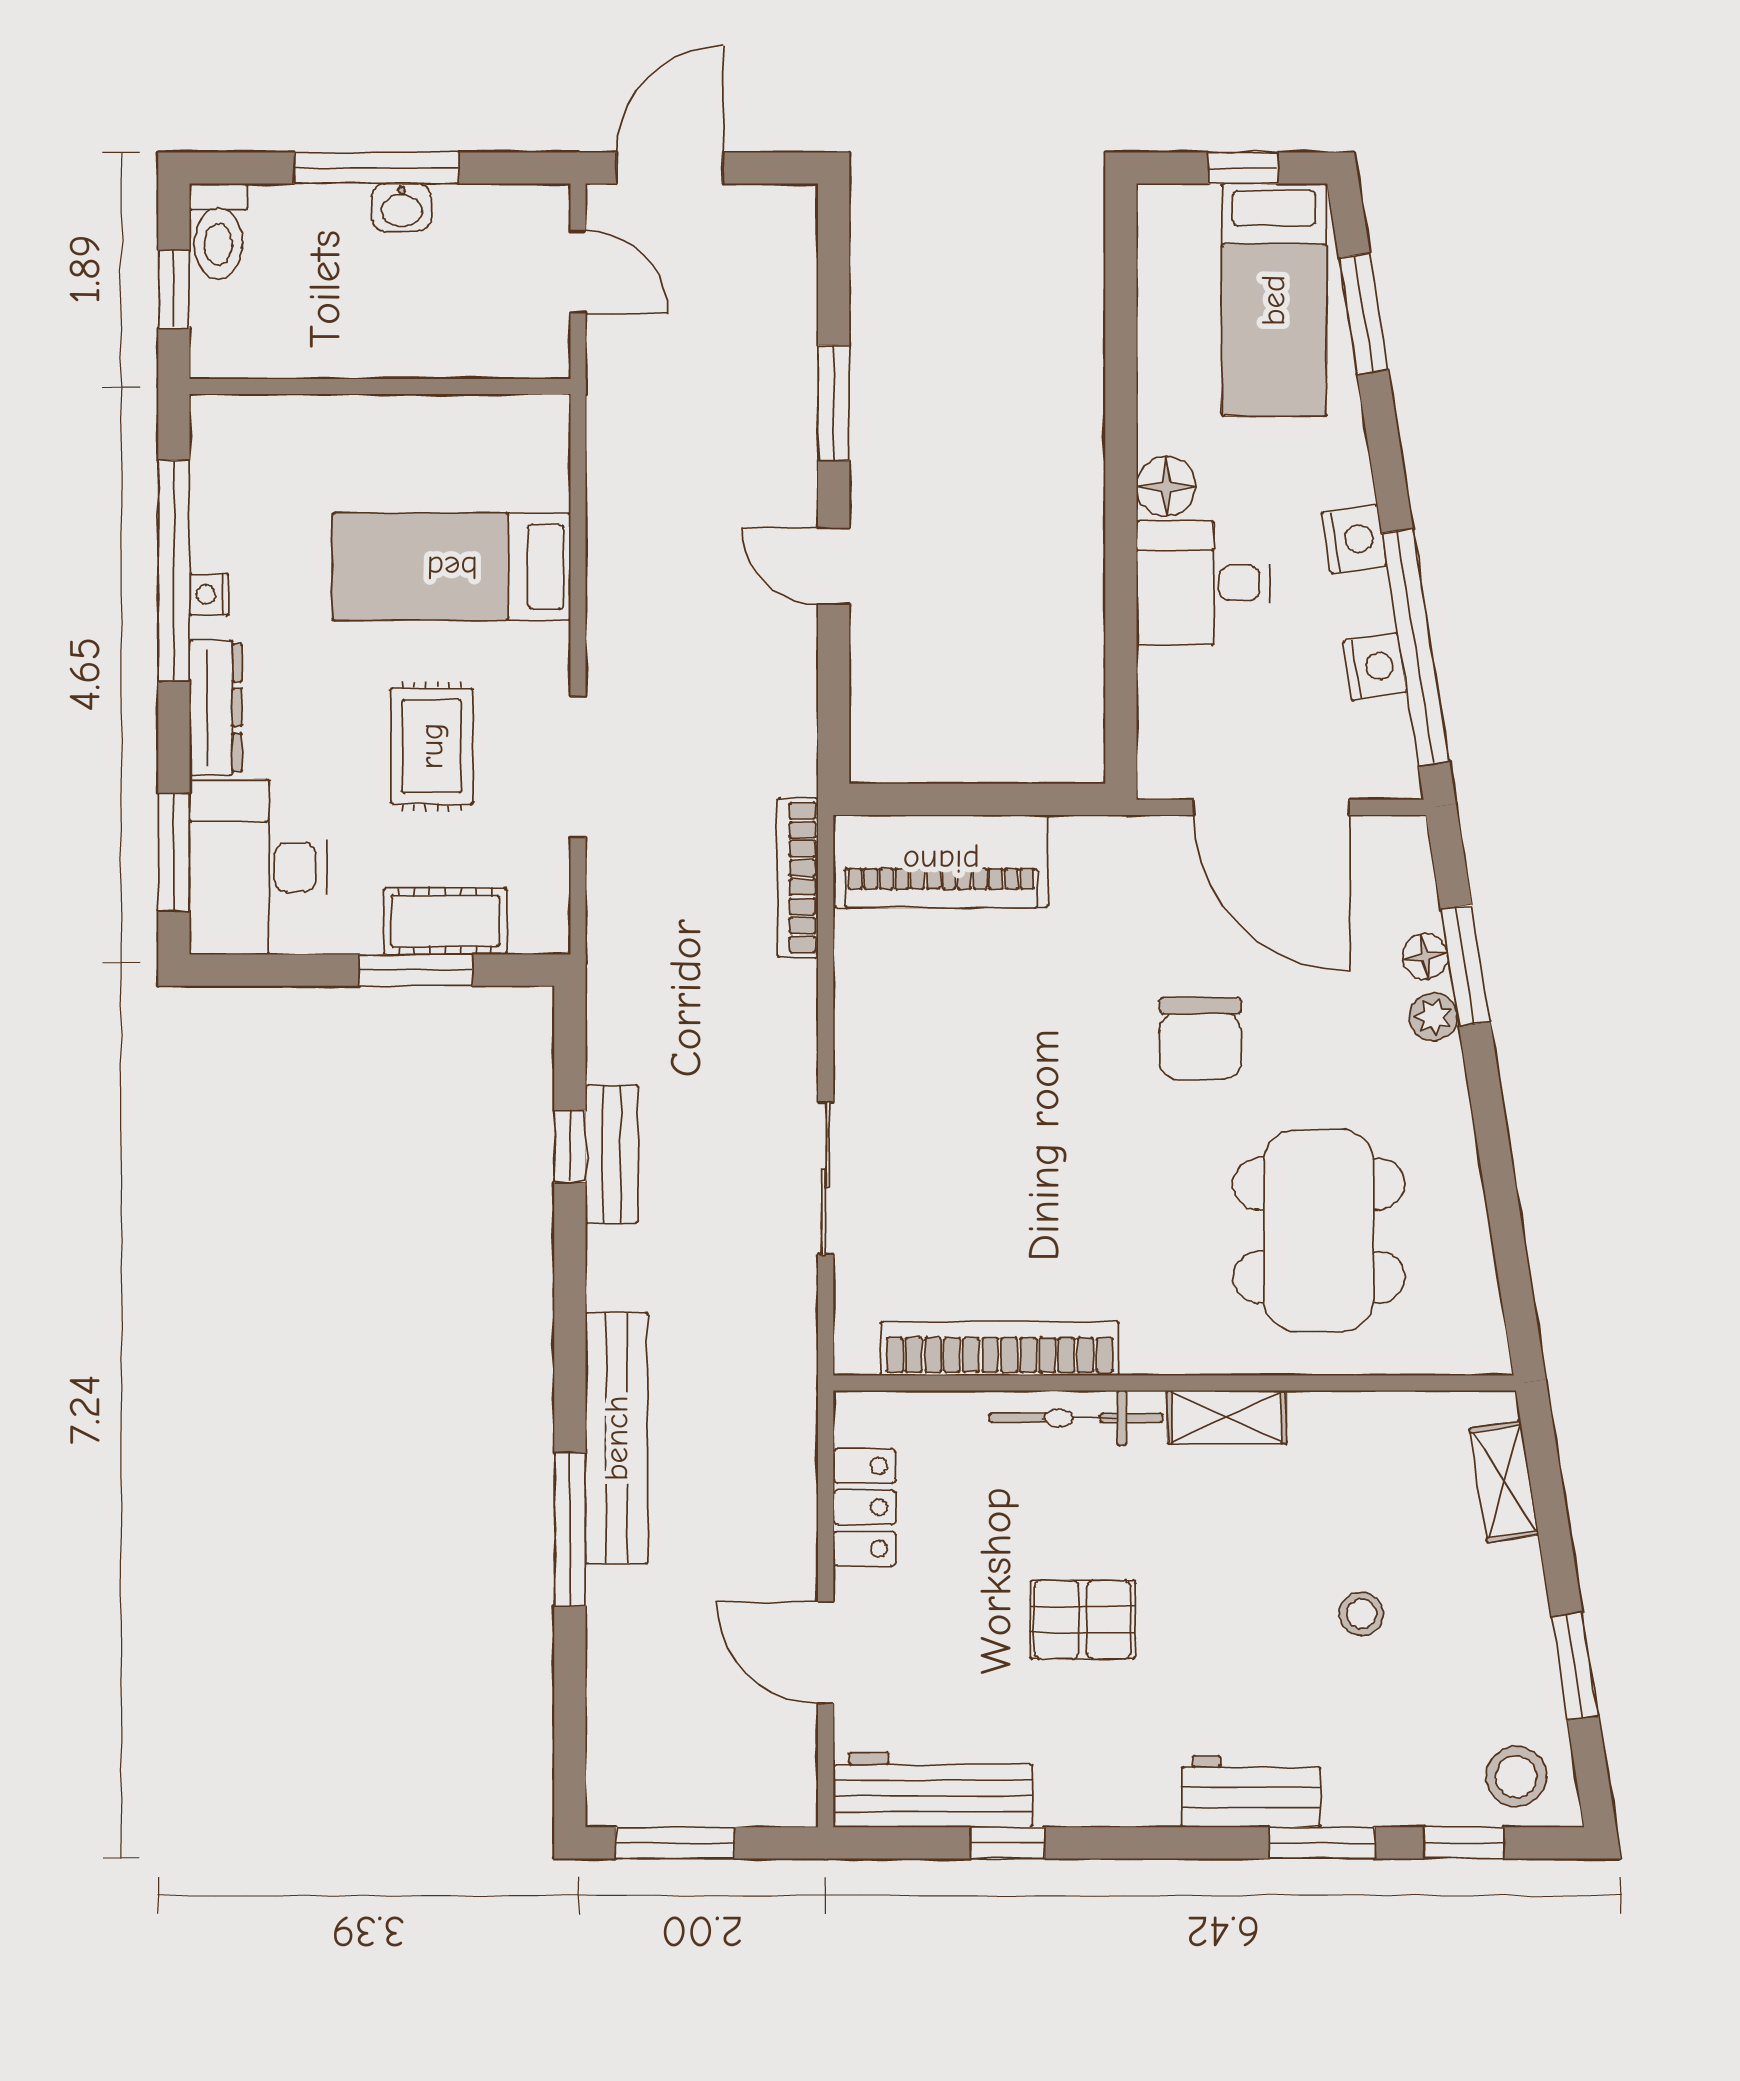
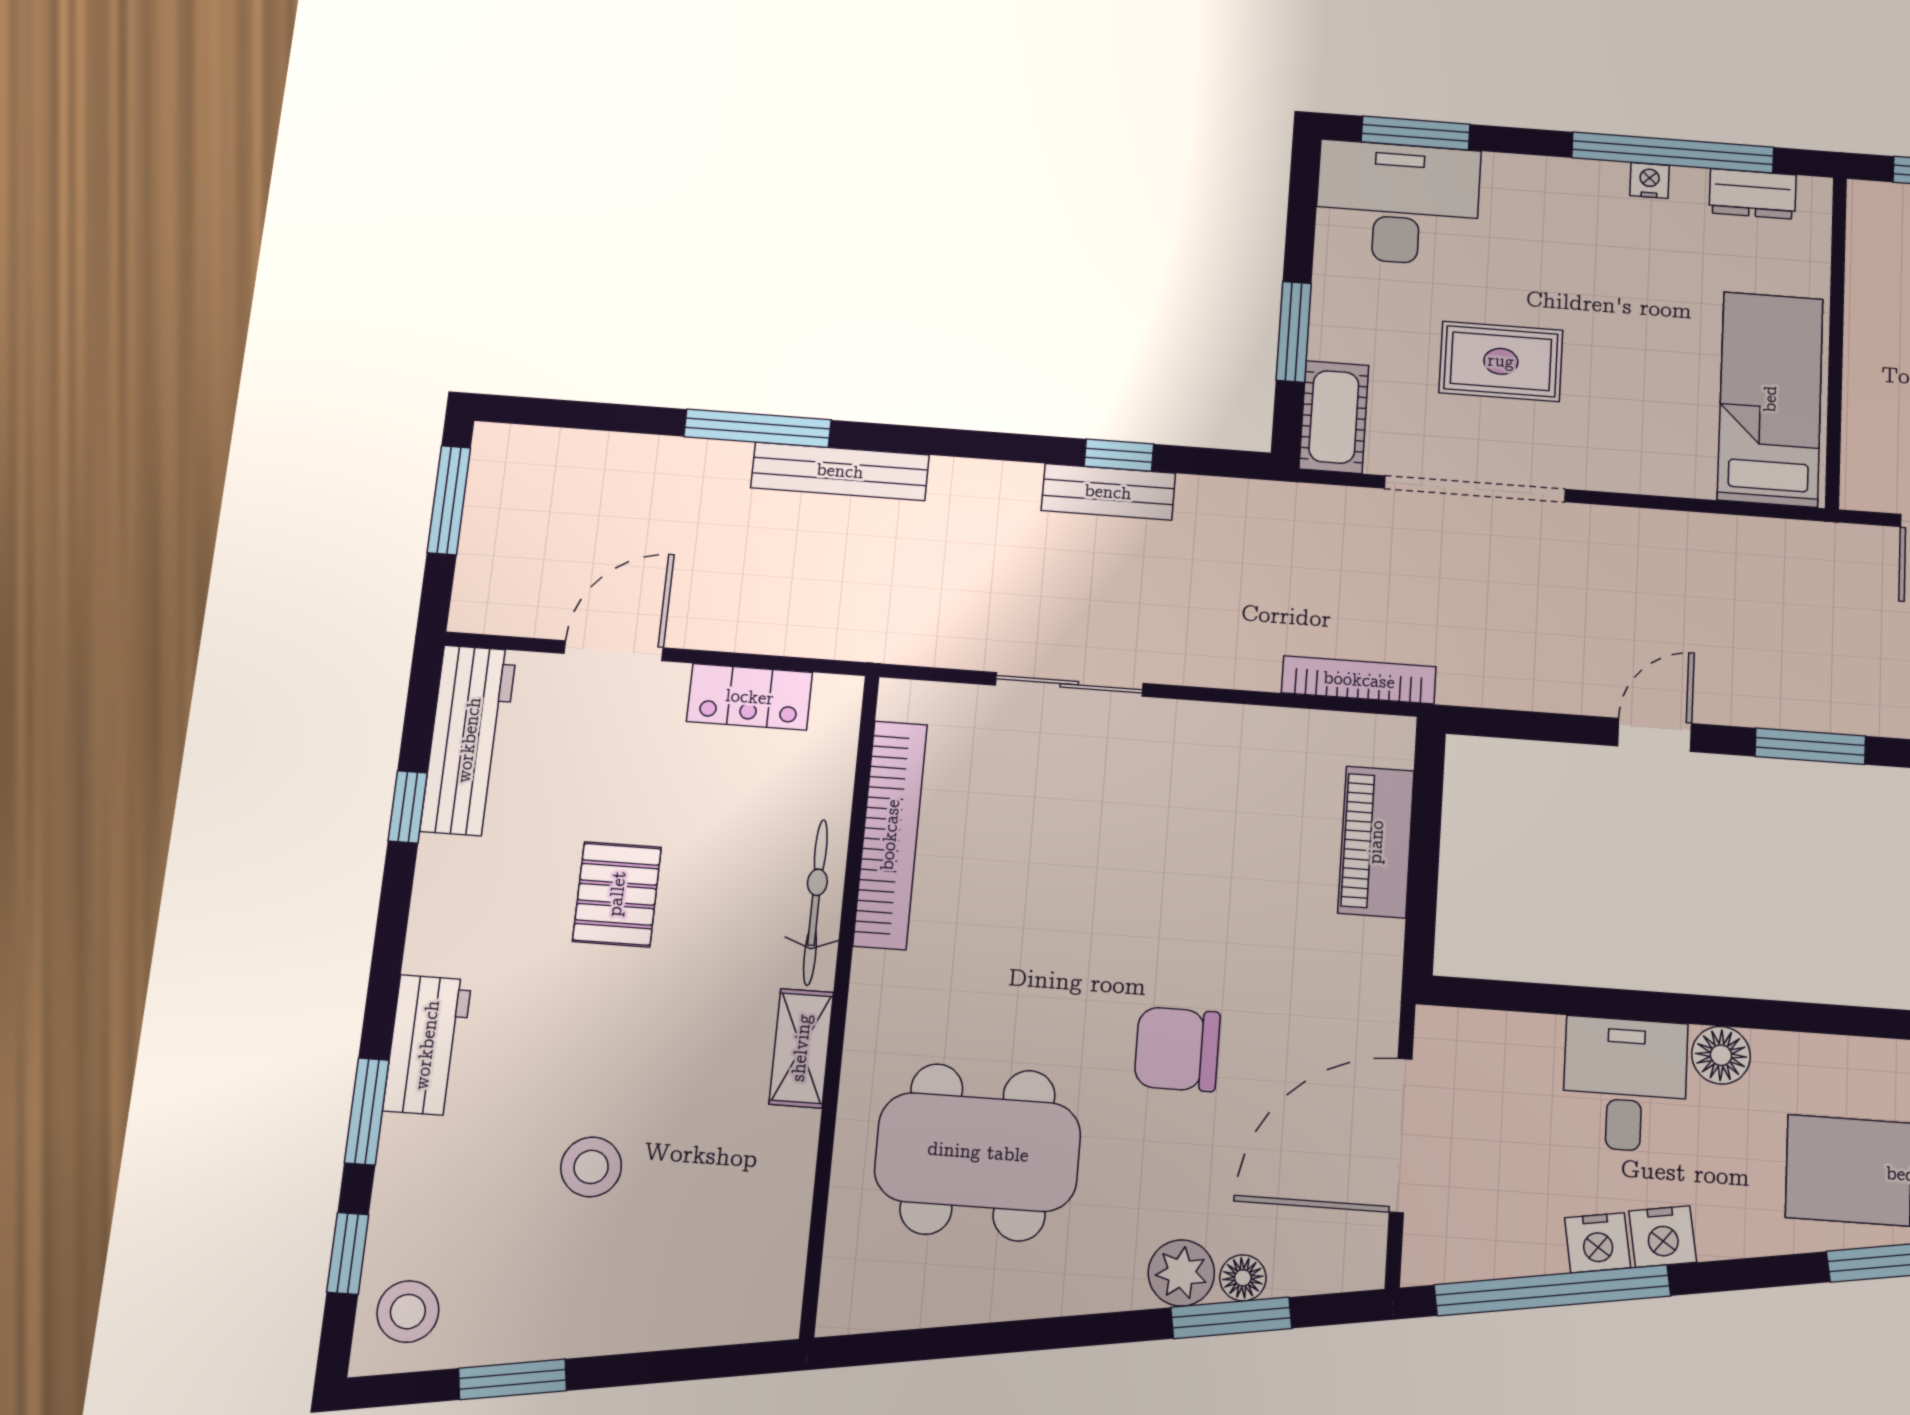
bed: (452, 567) -> (1770, 399), moved
nightstand: (1375, 667) -> (1598, 1243), moved
dresser: (216, 707) -> (1753, 194), moved, width x0.70
doorway: (578, 767) -> (1475, 489), width x1.36
piano: (941, 861) -> (1376, 842), width x0.73, depth x0.75
cot: (445, 921) -> (1334, 417), moved
plant: (1434, 1017) -> (1181, 1273), width x1.38, depth x1.38
bench: (617, 1438) -> (840, 471), width x0.73, depth x0.82
shelving: (1504, 1482) -> (708, 1320), removed
stool: (1361, 1614) -> (591, 1167), width x1.37, depth x1.37

